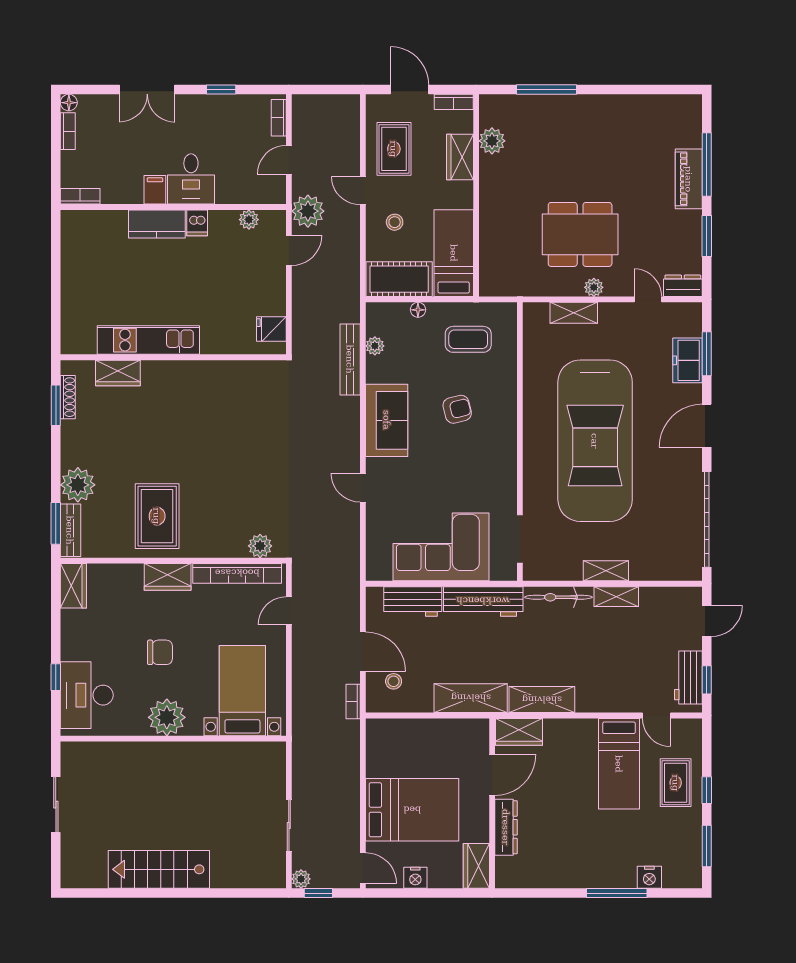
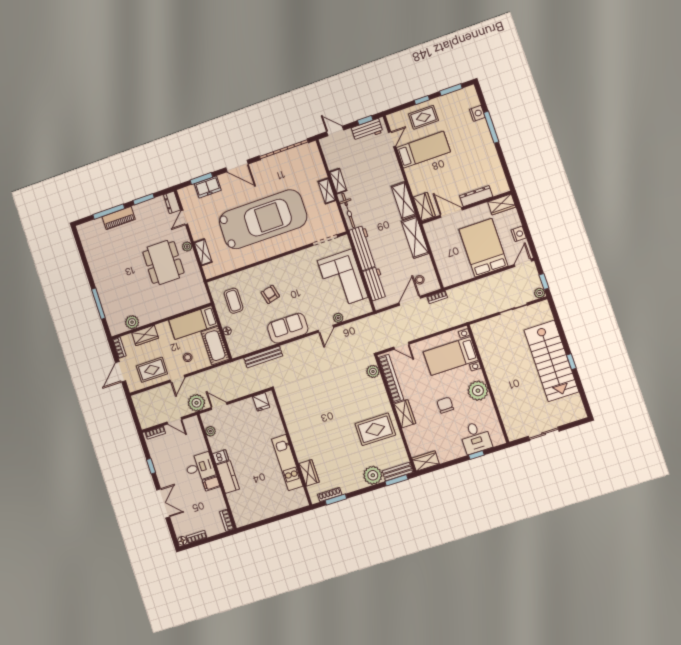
plant: (375, 346) -> (338, 318), moved
desk: (87, 695) -> (476, 437), width x0.73
stairs: (159, 869) -> (551, 361), width x1.36, depth x1.51
window: (165, 893) -> (571, 362), added

